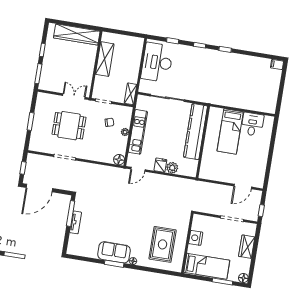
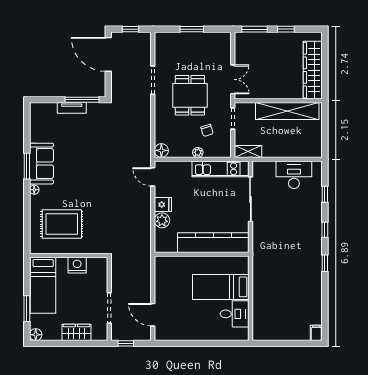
shelving: (105, 59) -> (287, 111), width x1.47
desk: (157, 62) -> (294, 175), width x0.73, depth x0.77
dining table: (69, 126) -> (190, 95), moved
kitchen unit: (138, 132) -> (220, 169), moved

